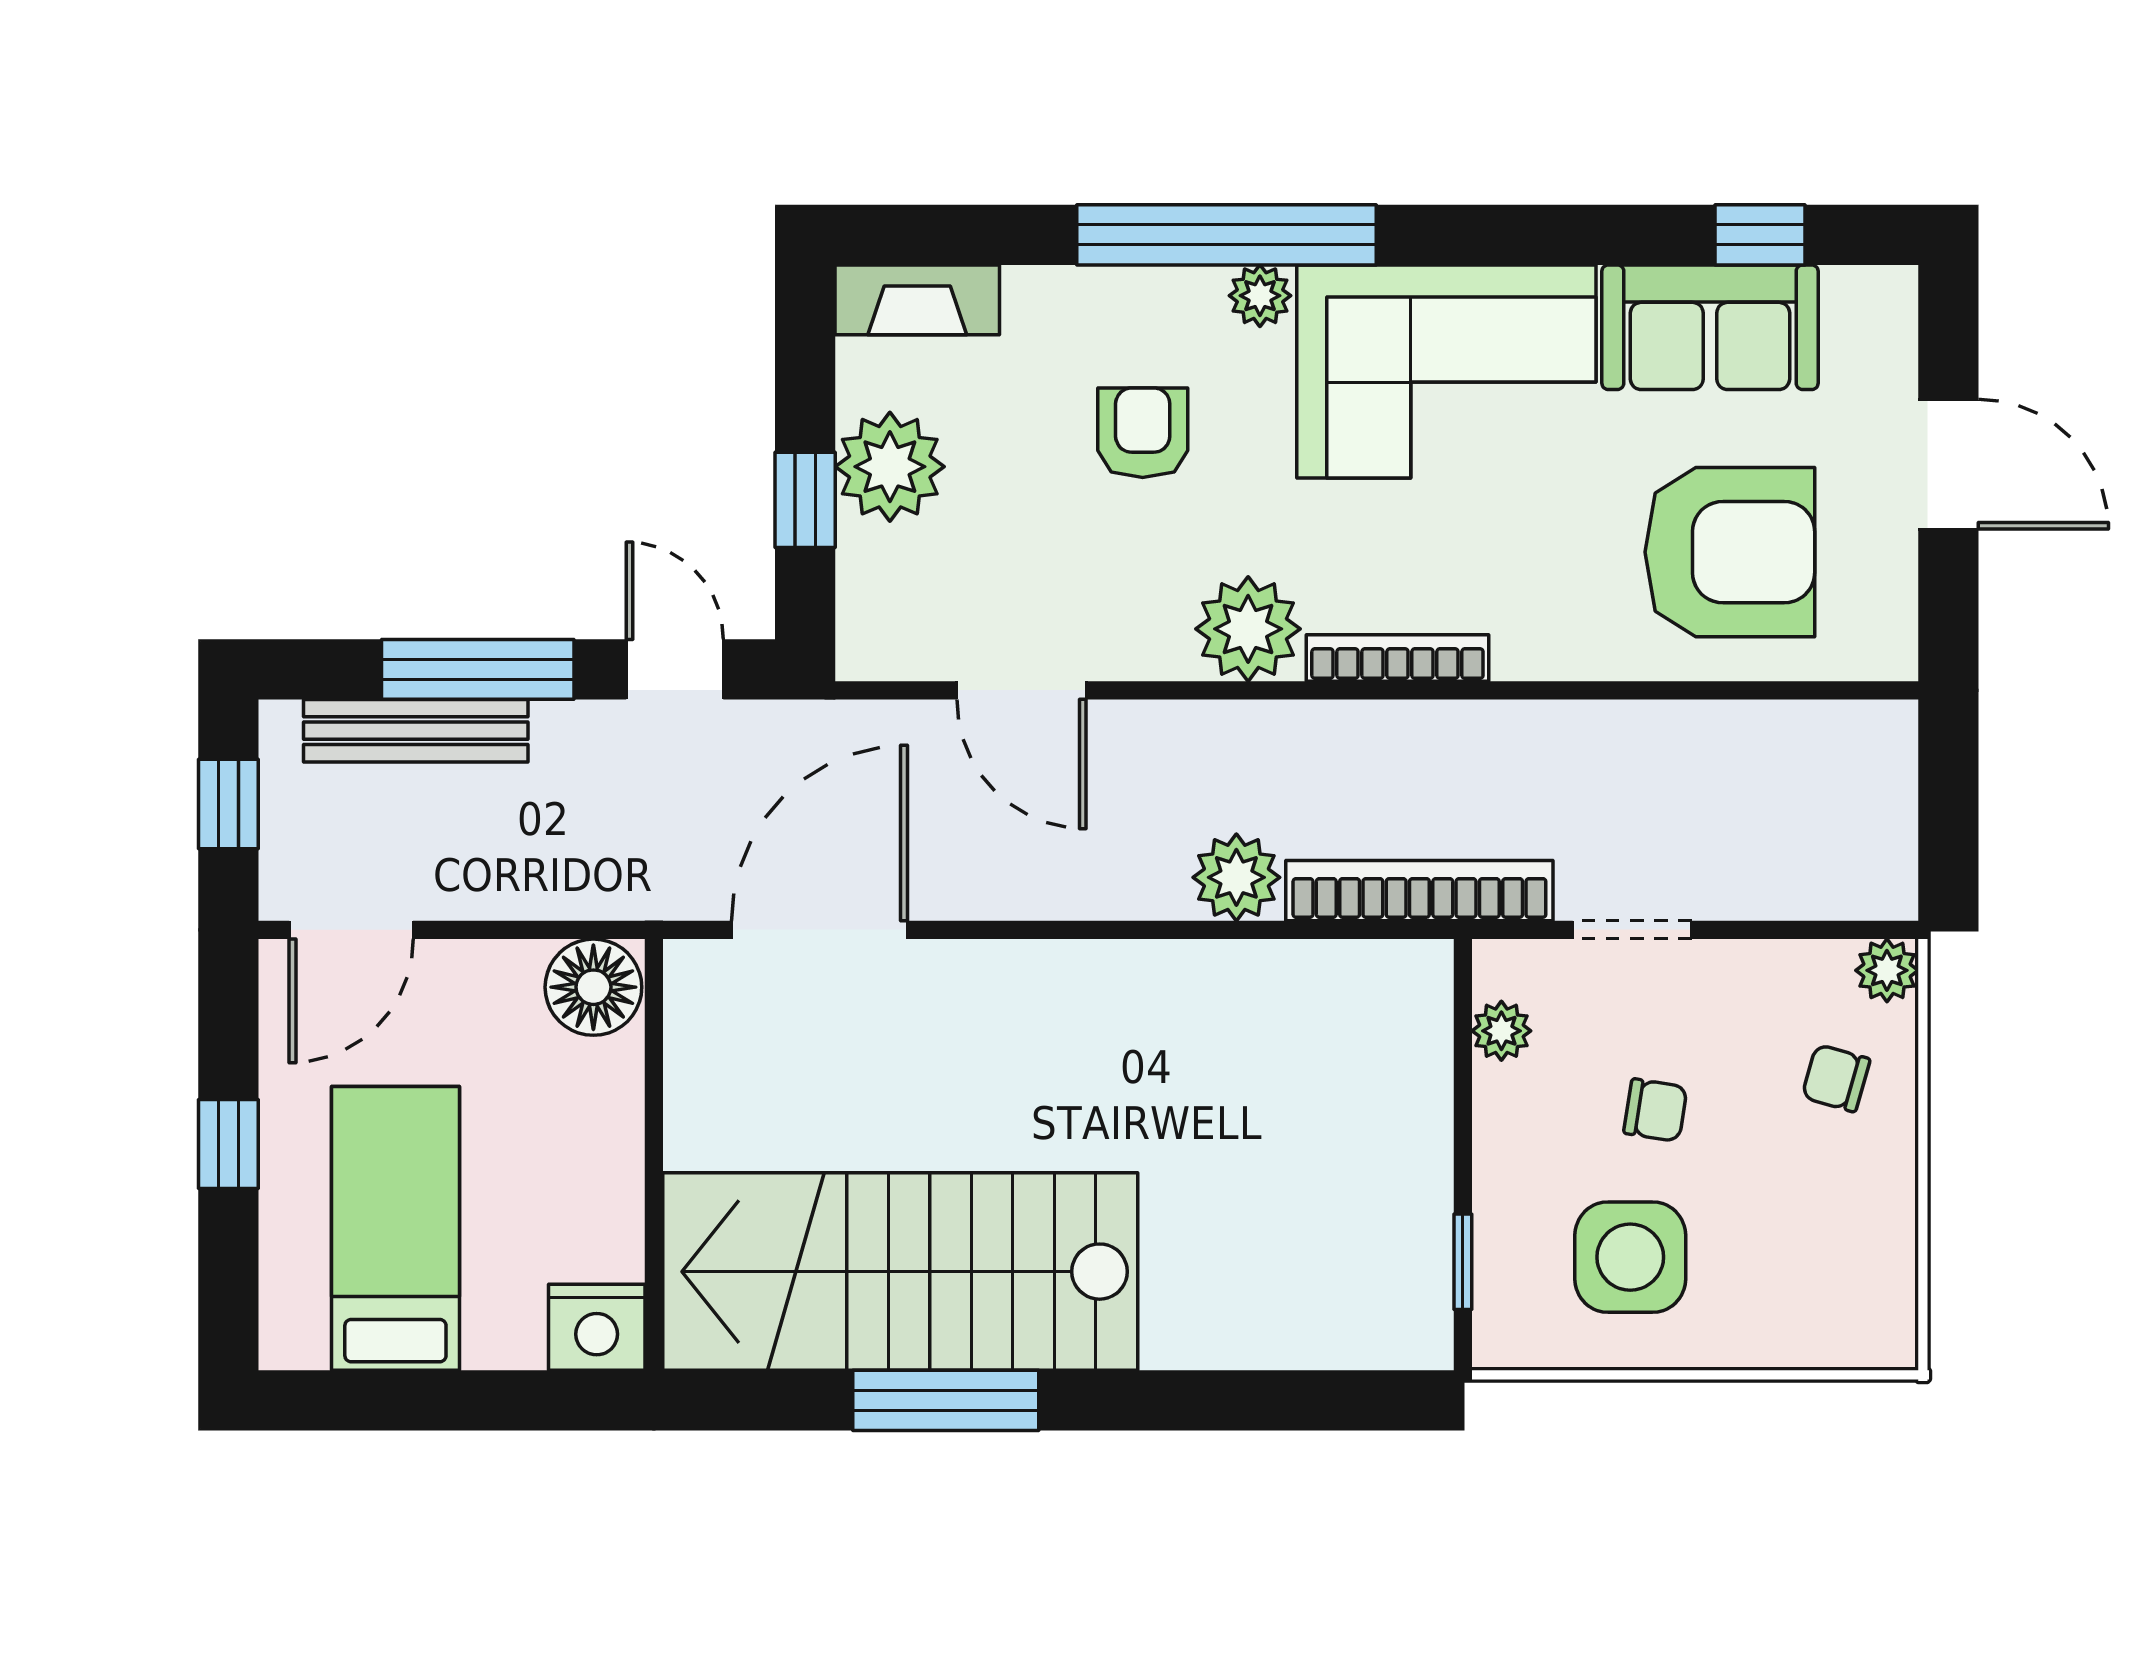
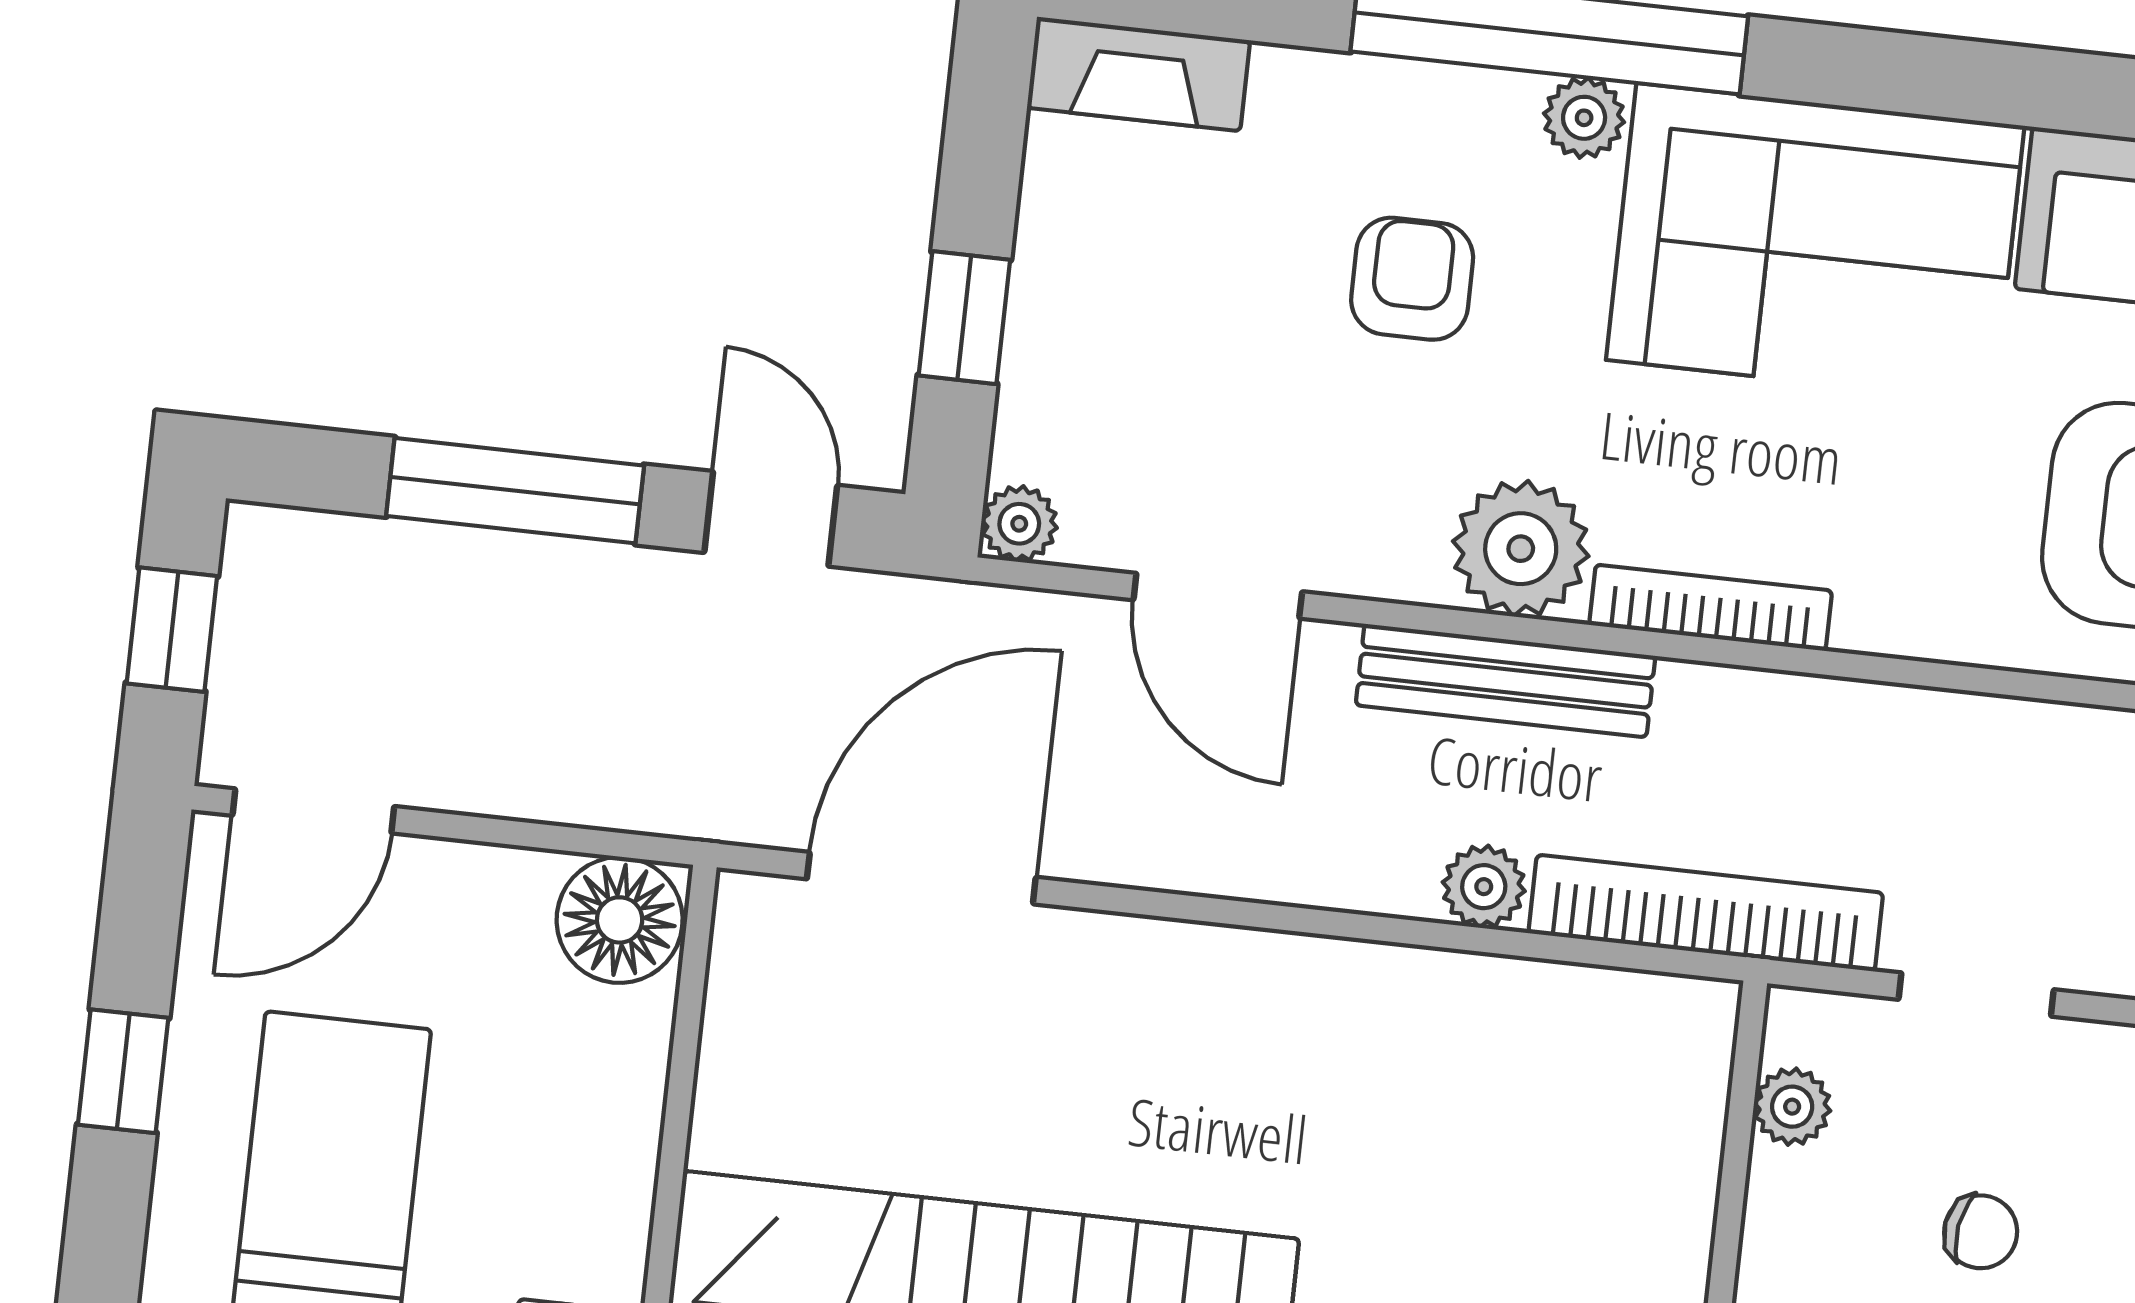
plant: (890, 467) -> (1019, 524), moved, width x0.53, depth x0.53
bench: (416, 731) -> (1505, 681), moved
plant: (1236, 877) -> (1484, 887), width x0.73, depth x0.73

